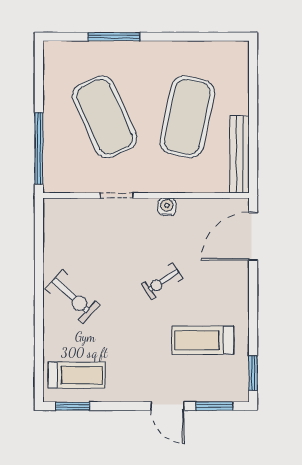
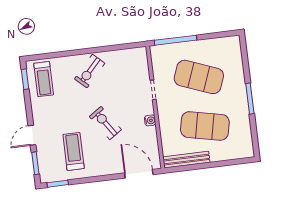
window: (114, 37) -> (250, 99), moved
exercise mat: (105, 117) -> (199, 77), turned 45
exercise bike: (162, 281) -> (105, 123), width x1.38, depth x1.39

